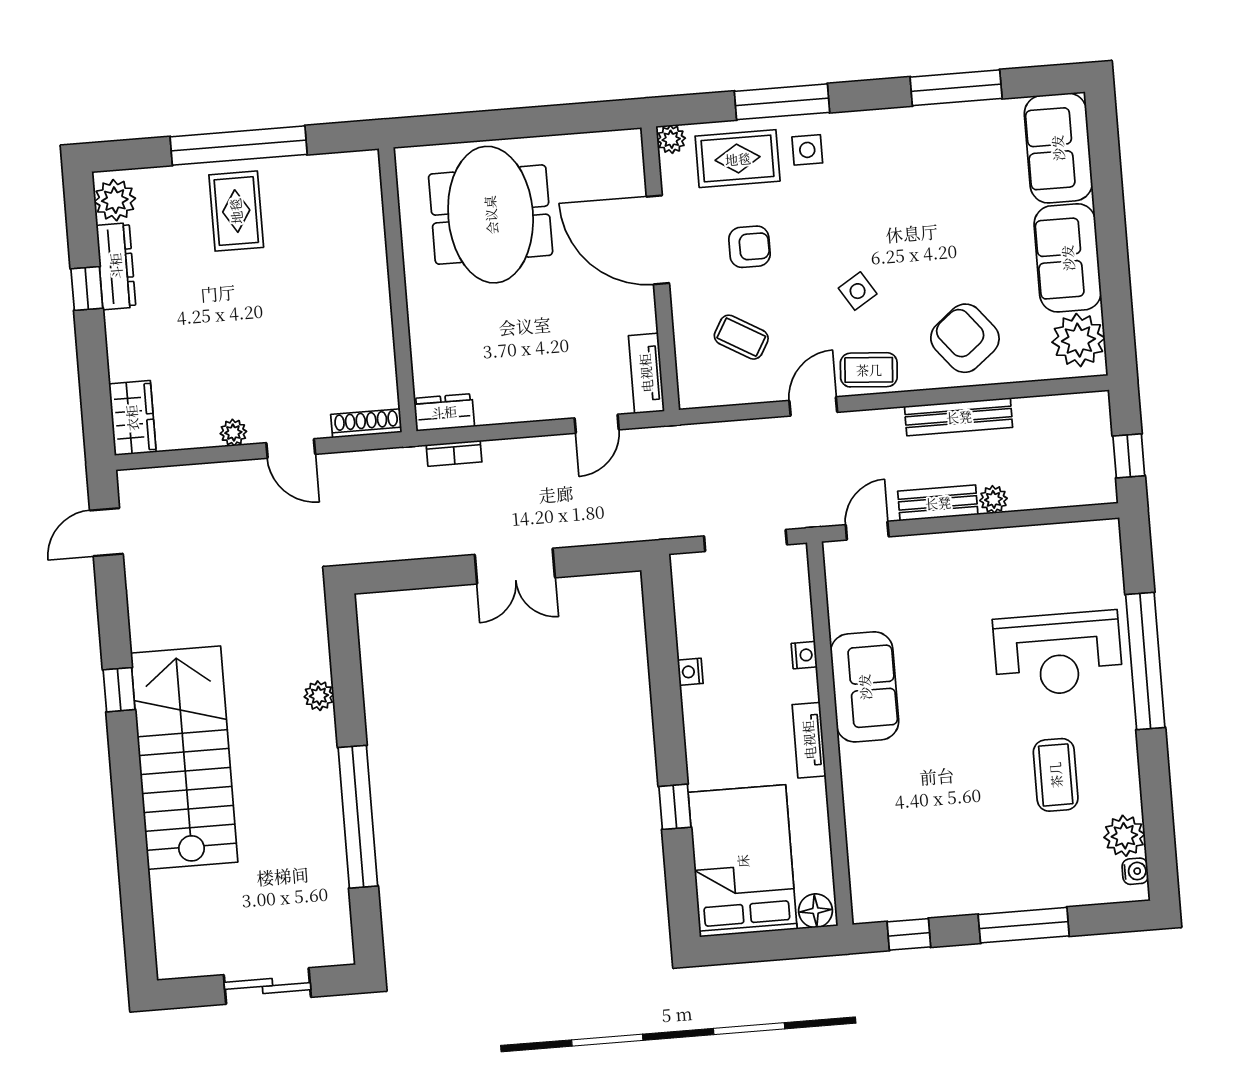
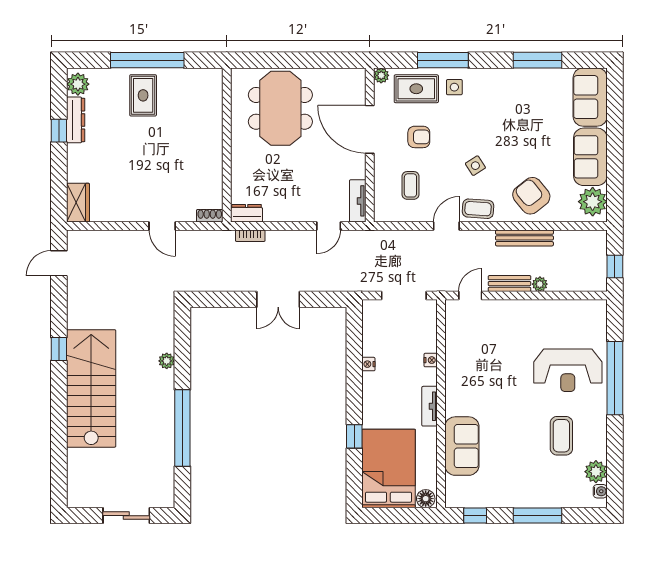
coffee table: (741, 337) -> (410, 185), turned 60
shoe rack: (366, 423) -> (210, 216), width x0.70
plant: (233, 432) -> (132, 215), removed
sofa: (865, 687) -> (462, 446), moved

